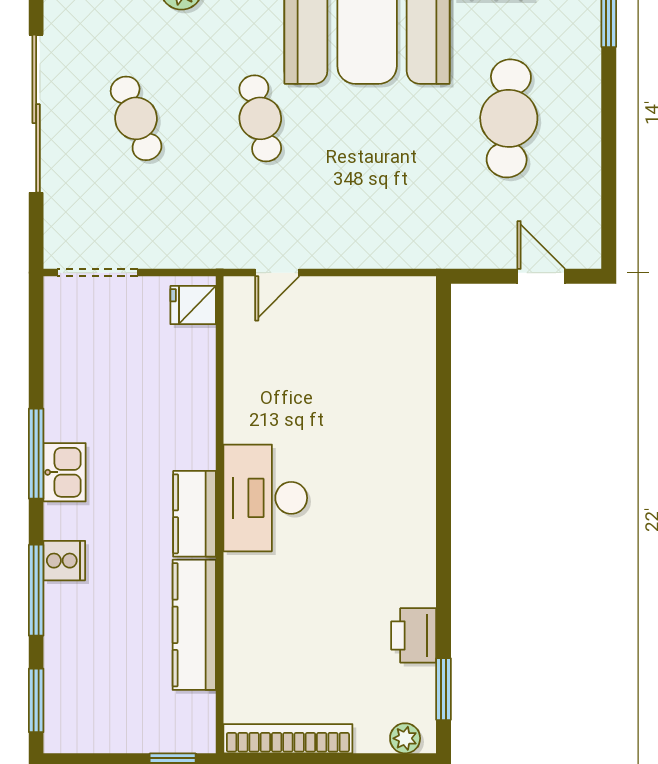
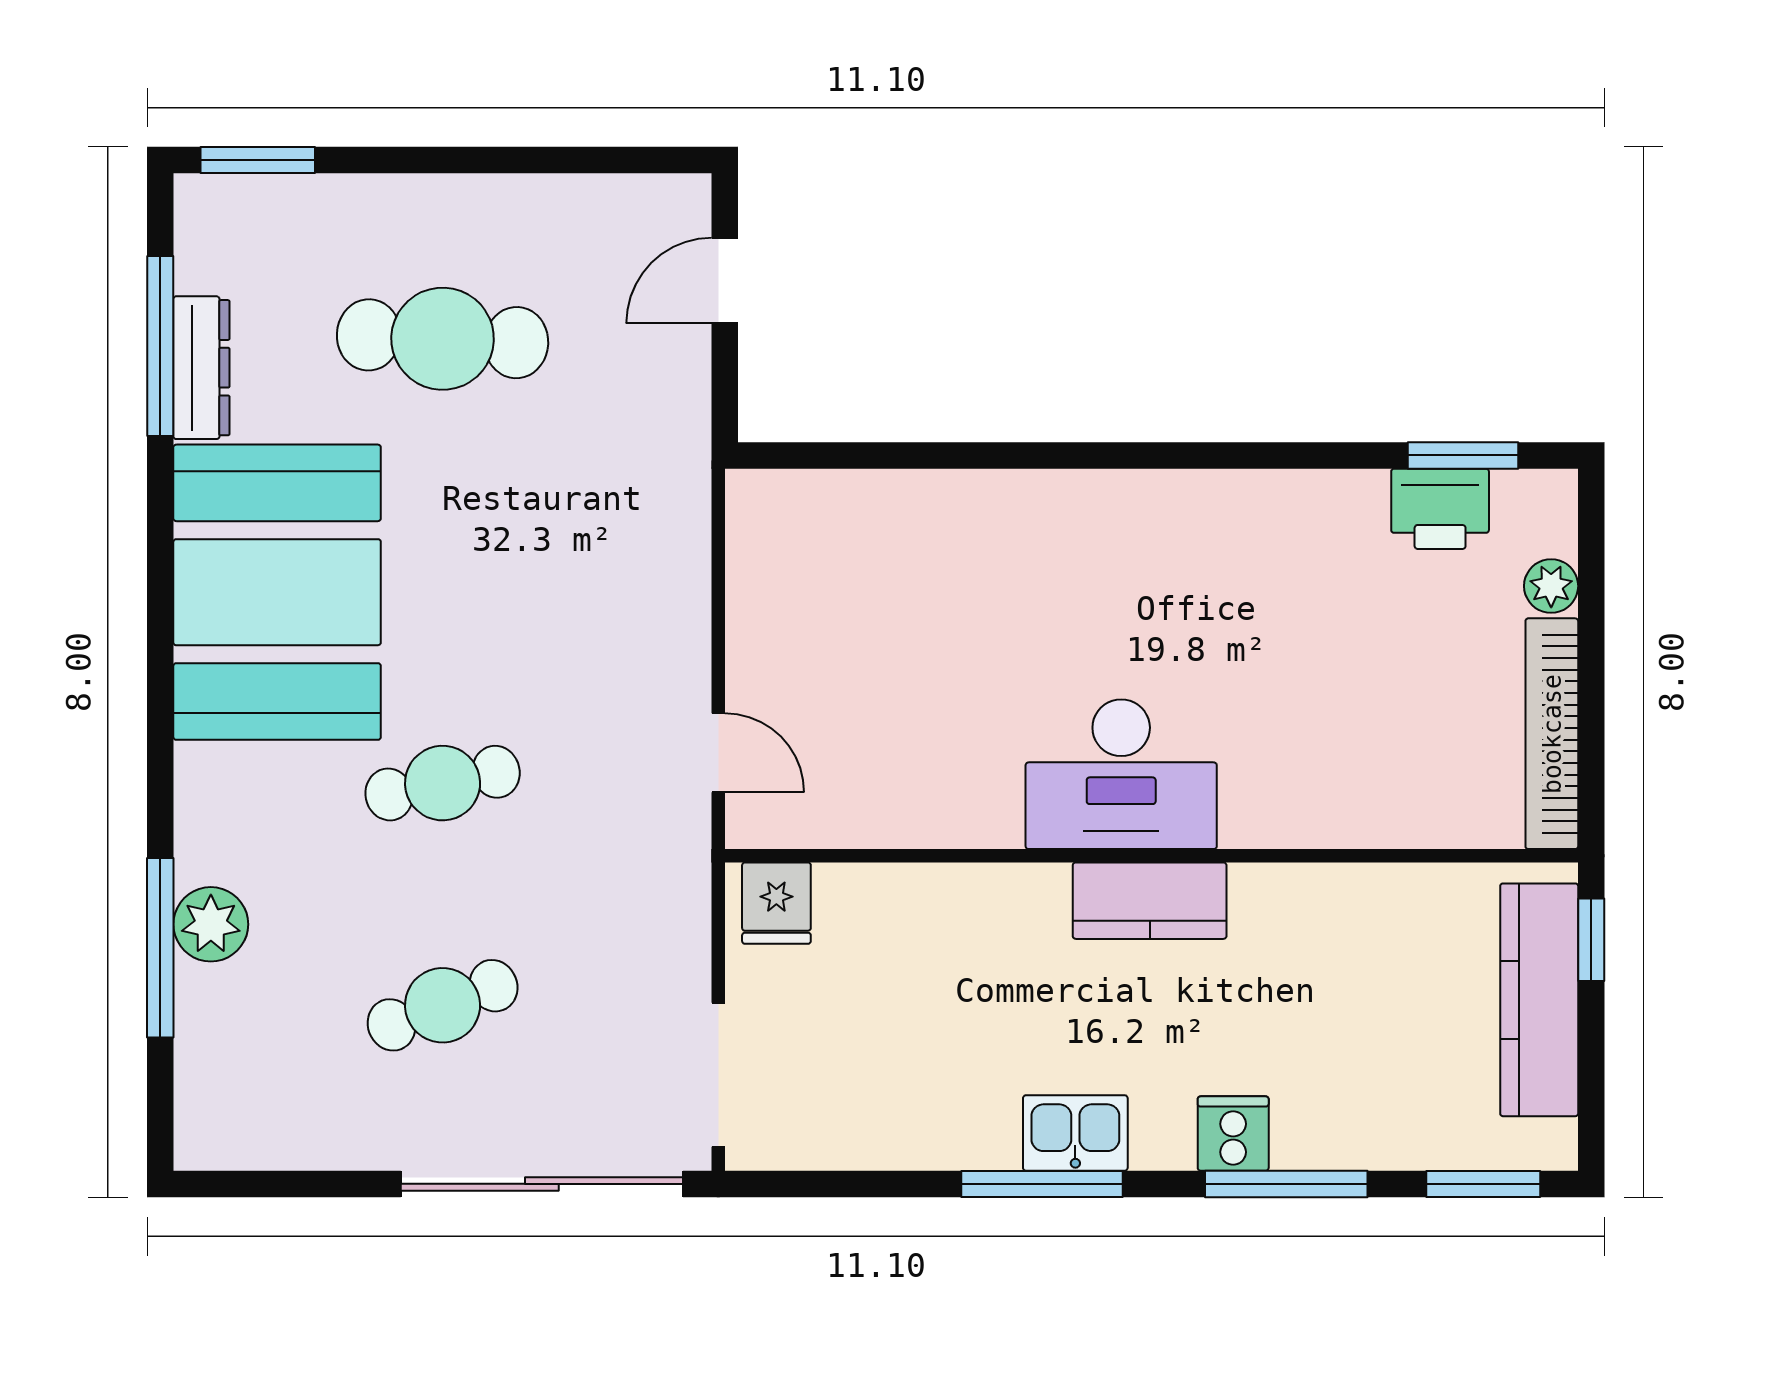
sliding door: (36, 114) -> (542, 1184), moved
kitchen counter: (194, 625) -> (1539, 1000), moved, turned 90
printer: (414, 635) -> (1440, 509), moved
plant: (405, 738) -> (1551, 586), moved

